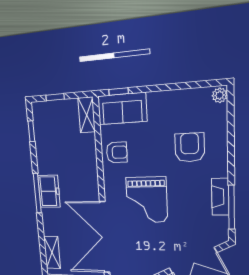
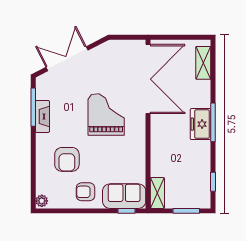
window: (55, 97) -> (186, 211), width x1.50
armchair: (117, 152) -> (86, 192), moved

